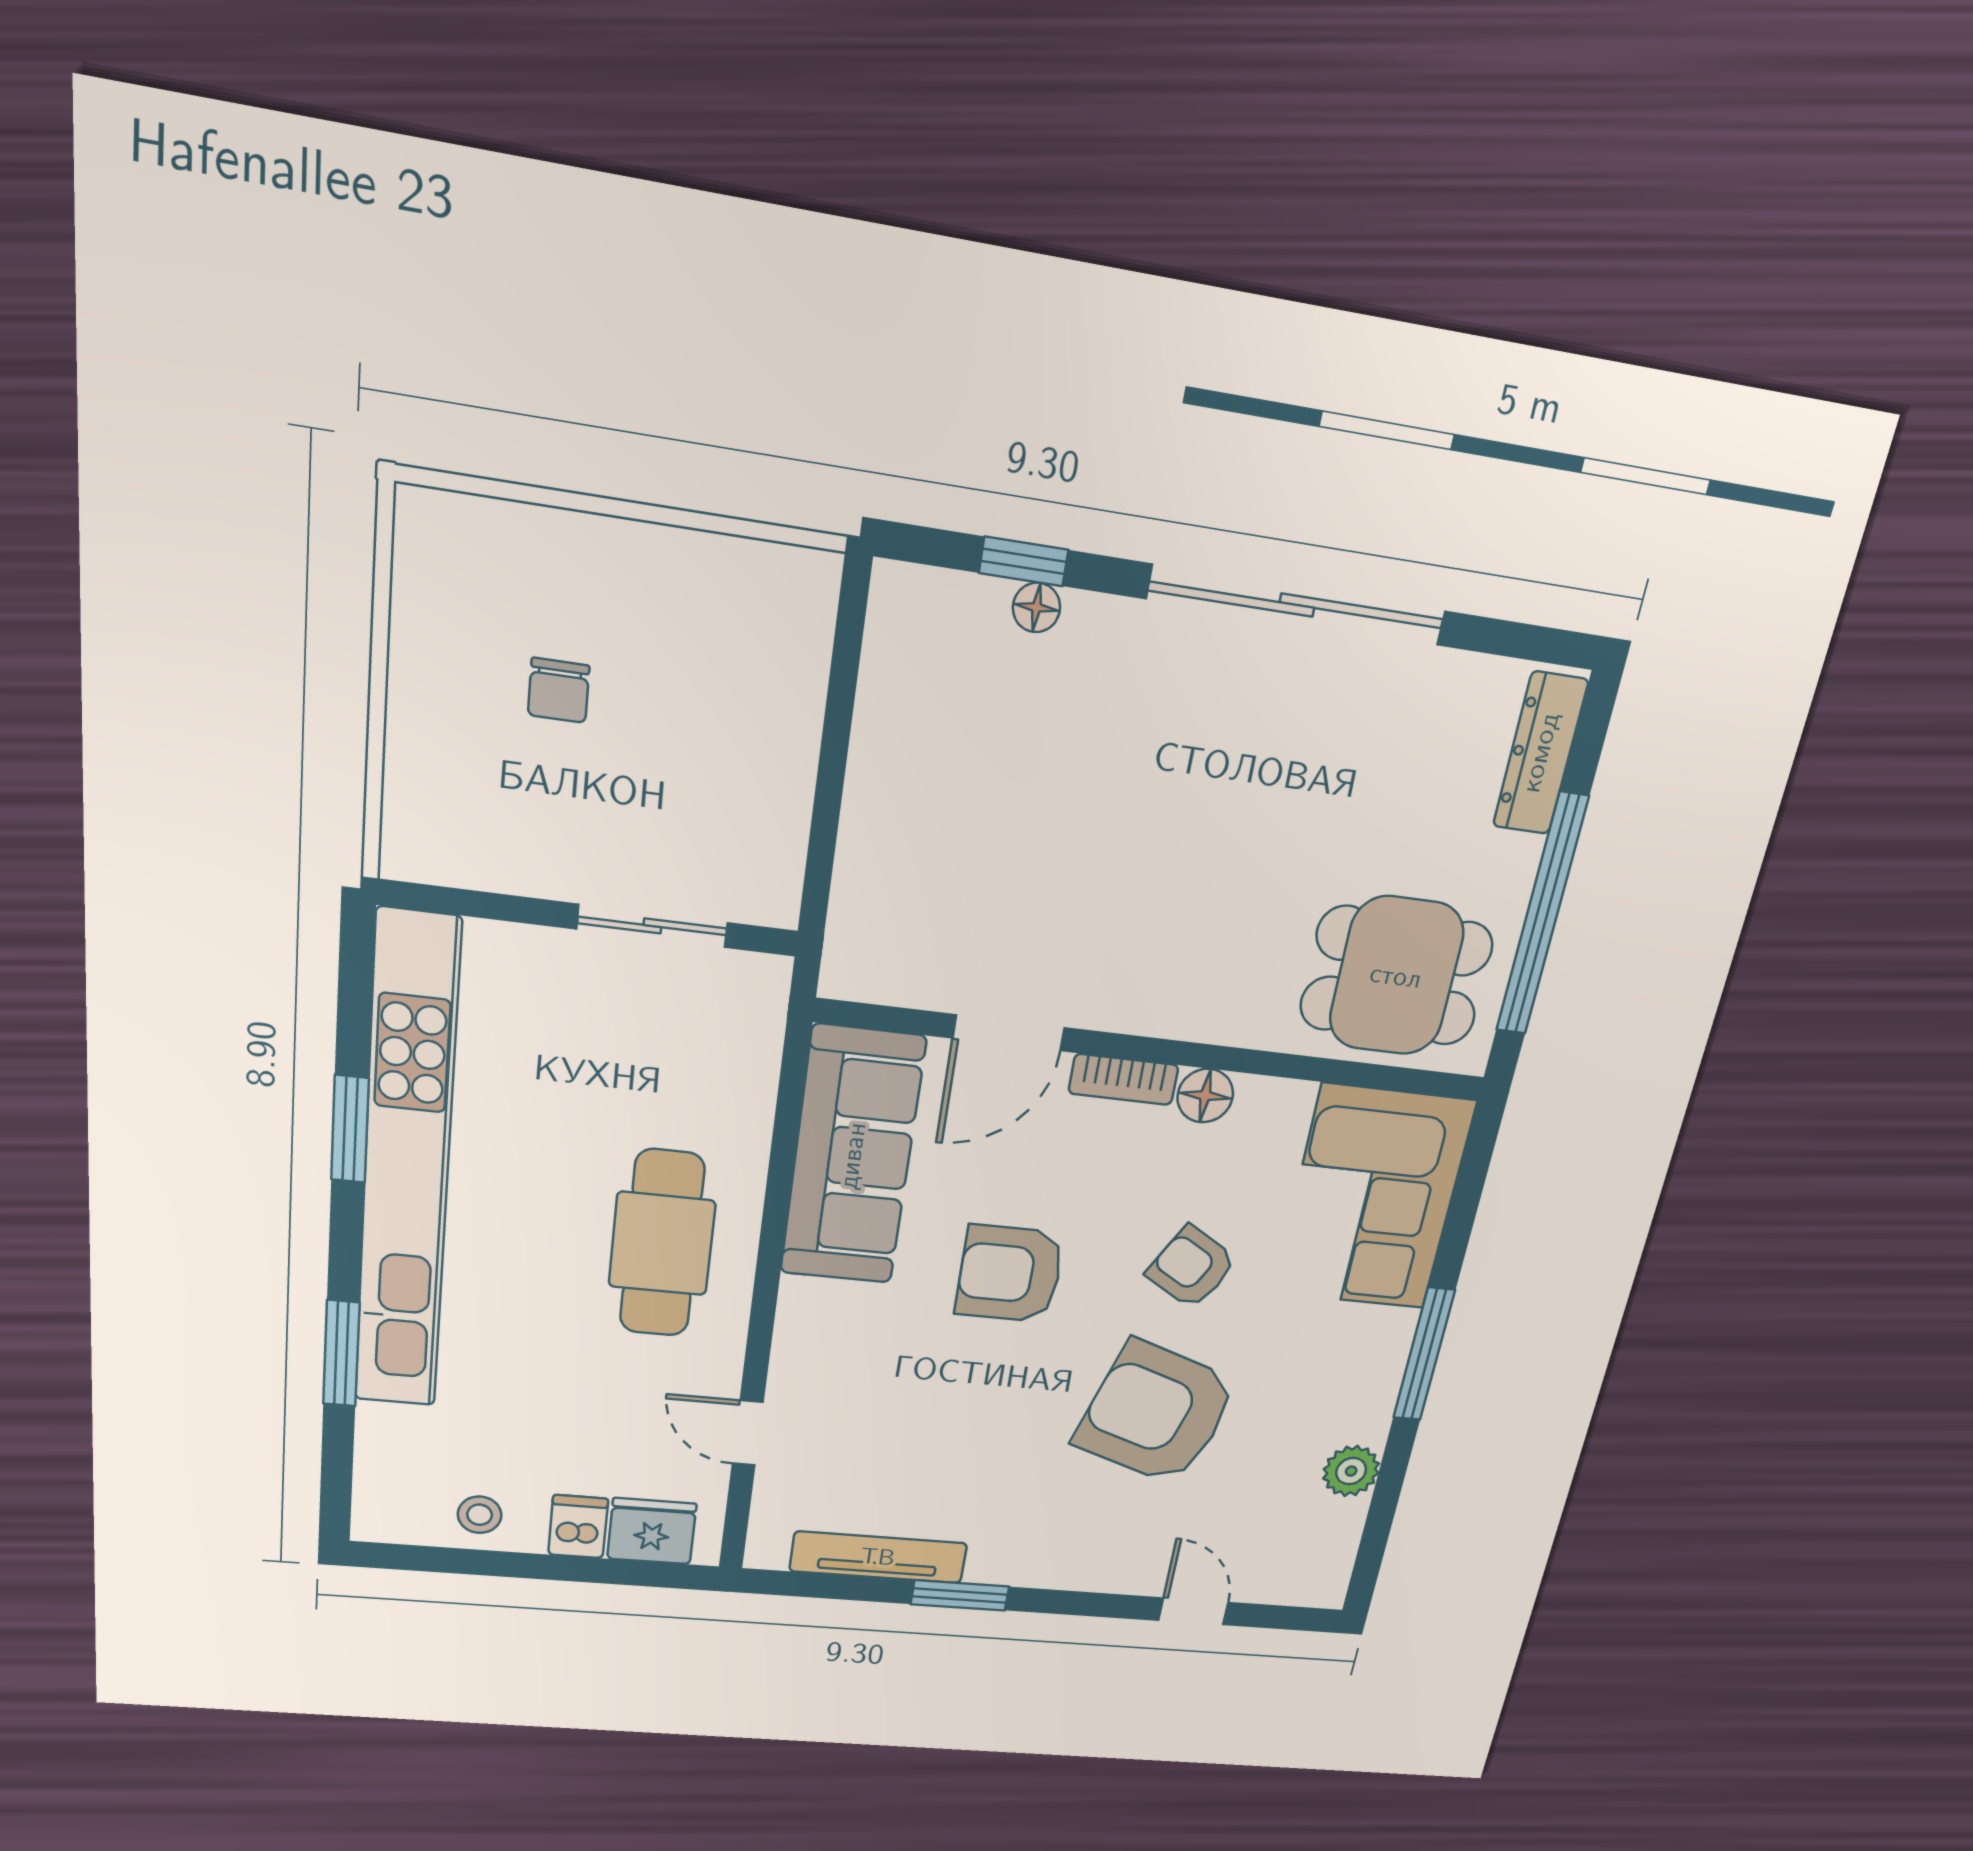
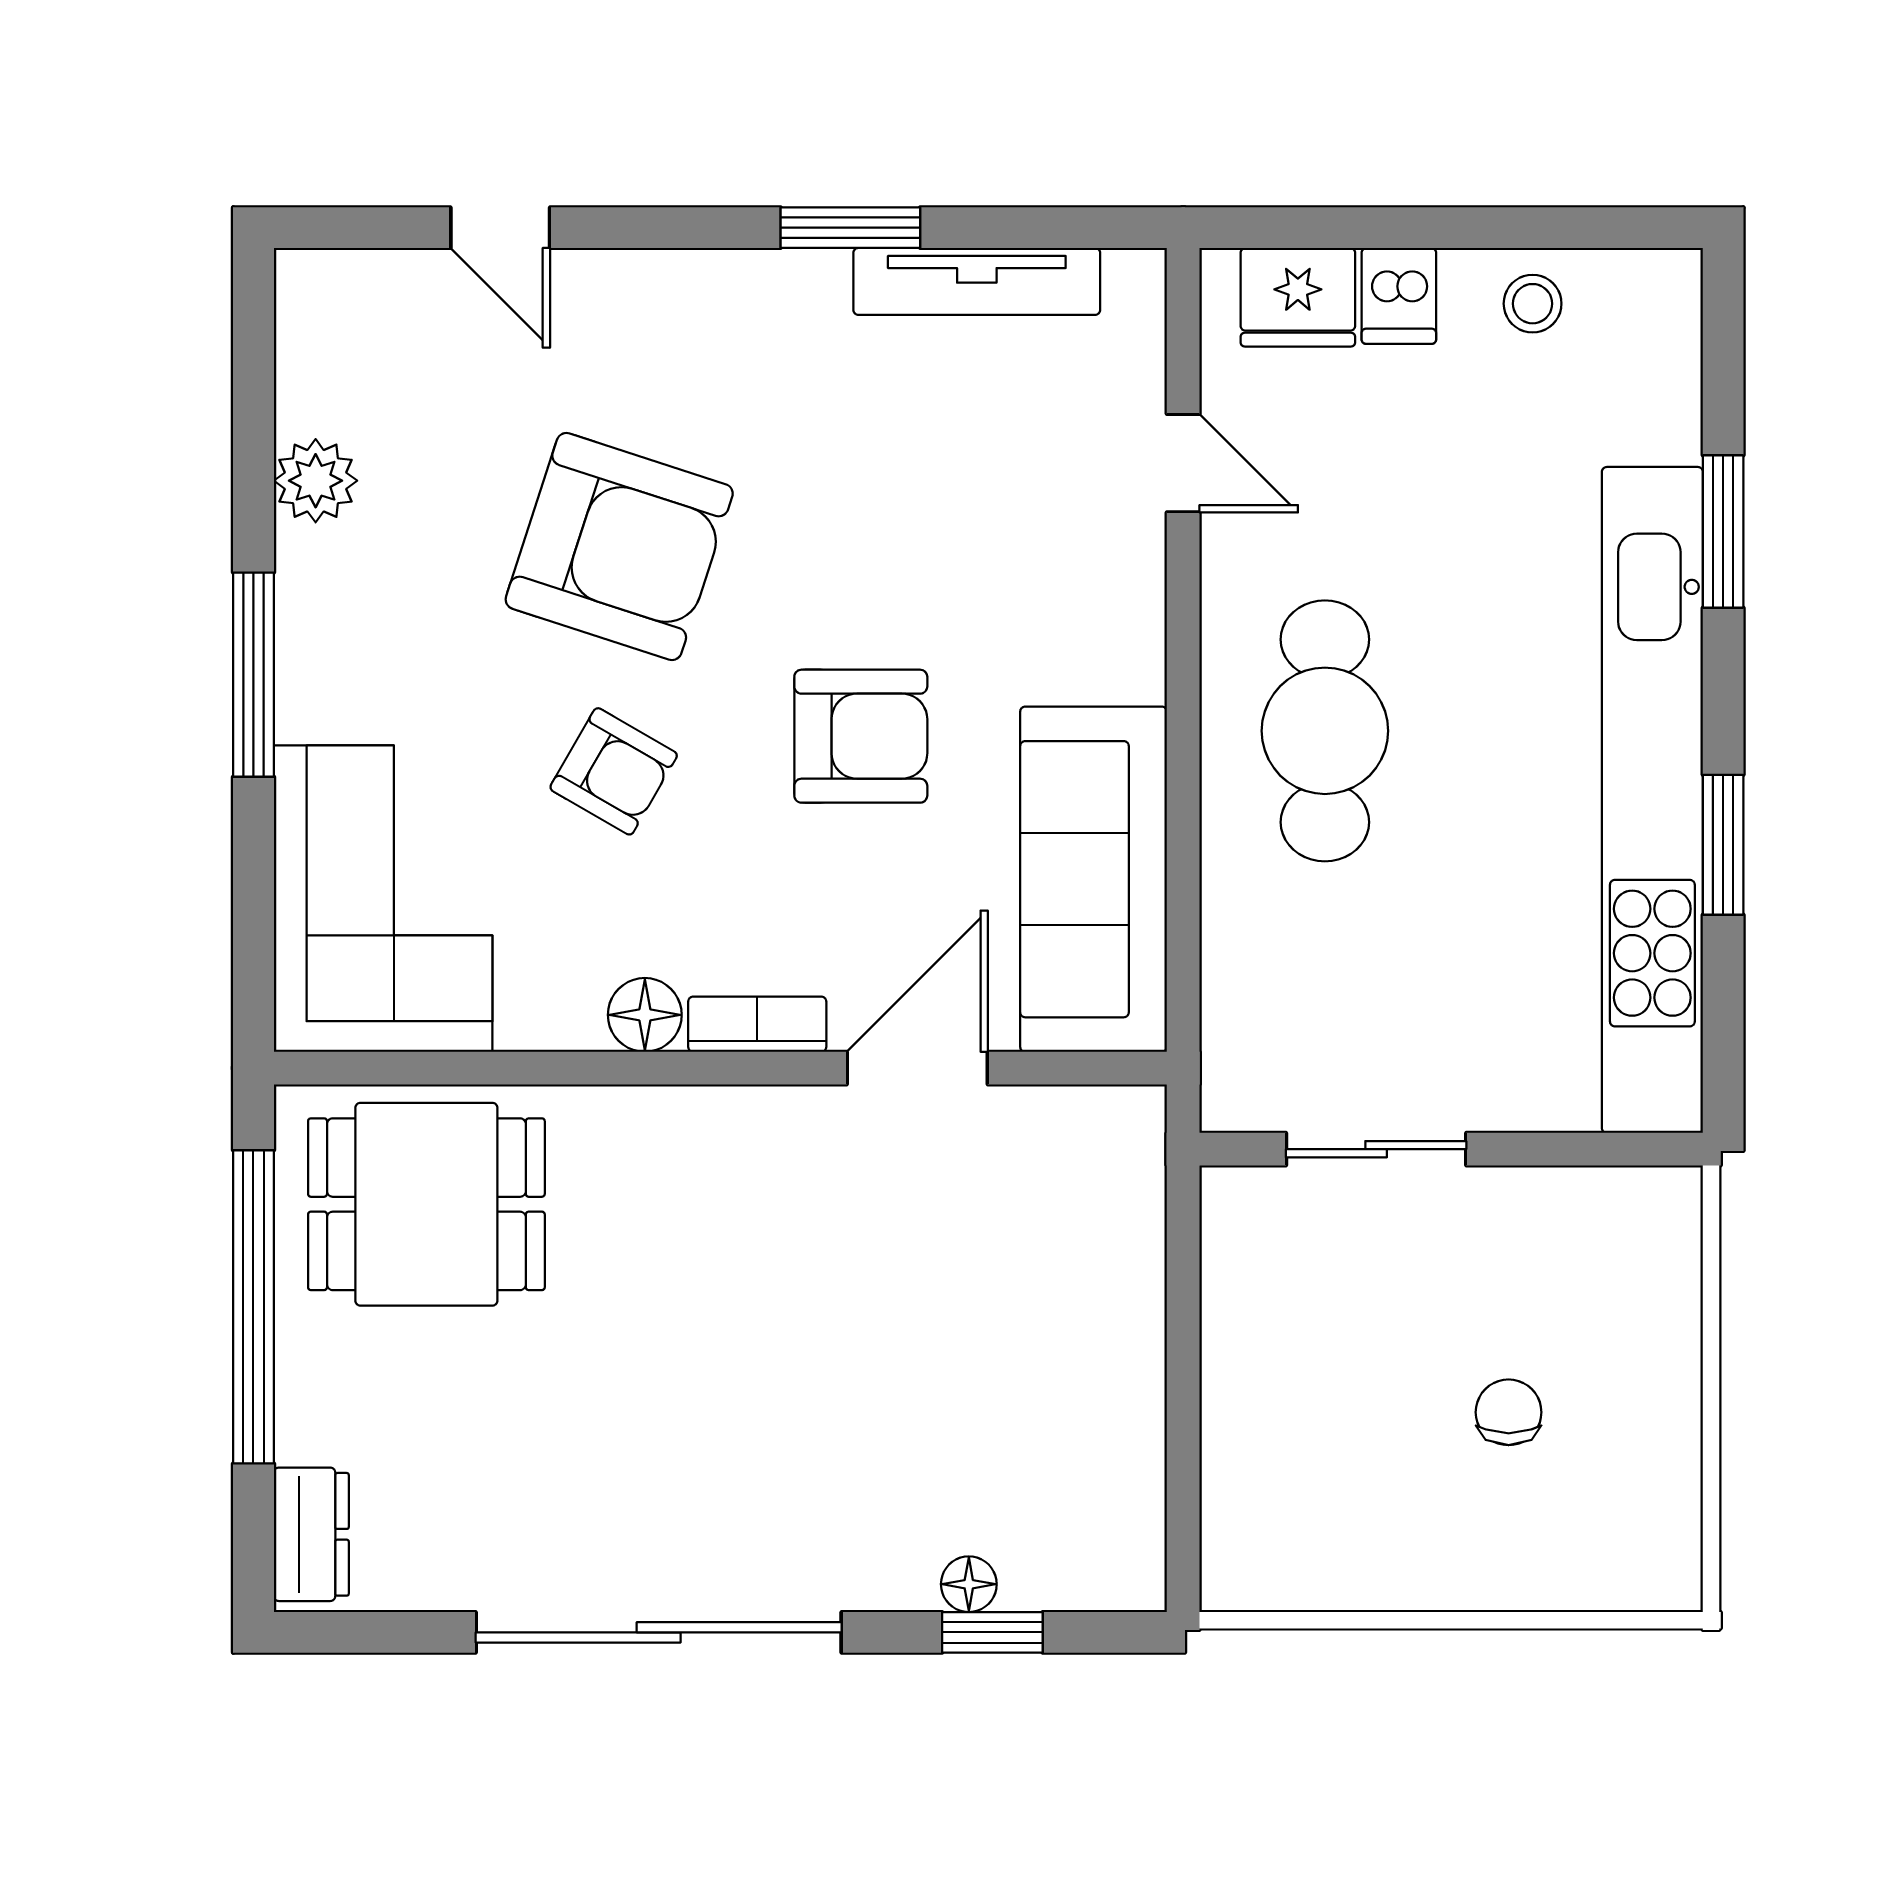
dresser: (1540, 753) -> (311, 1534), width x0.70

